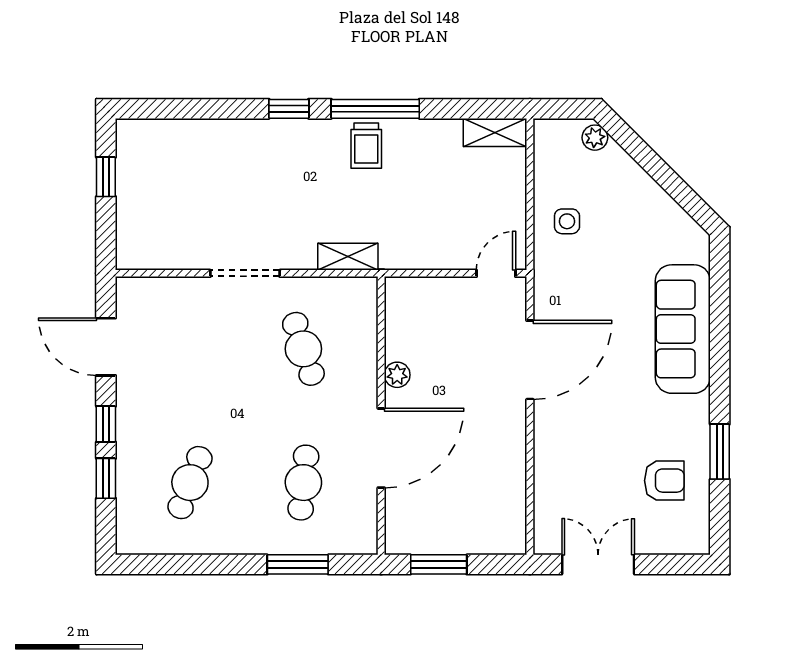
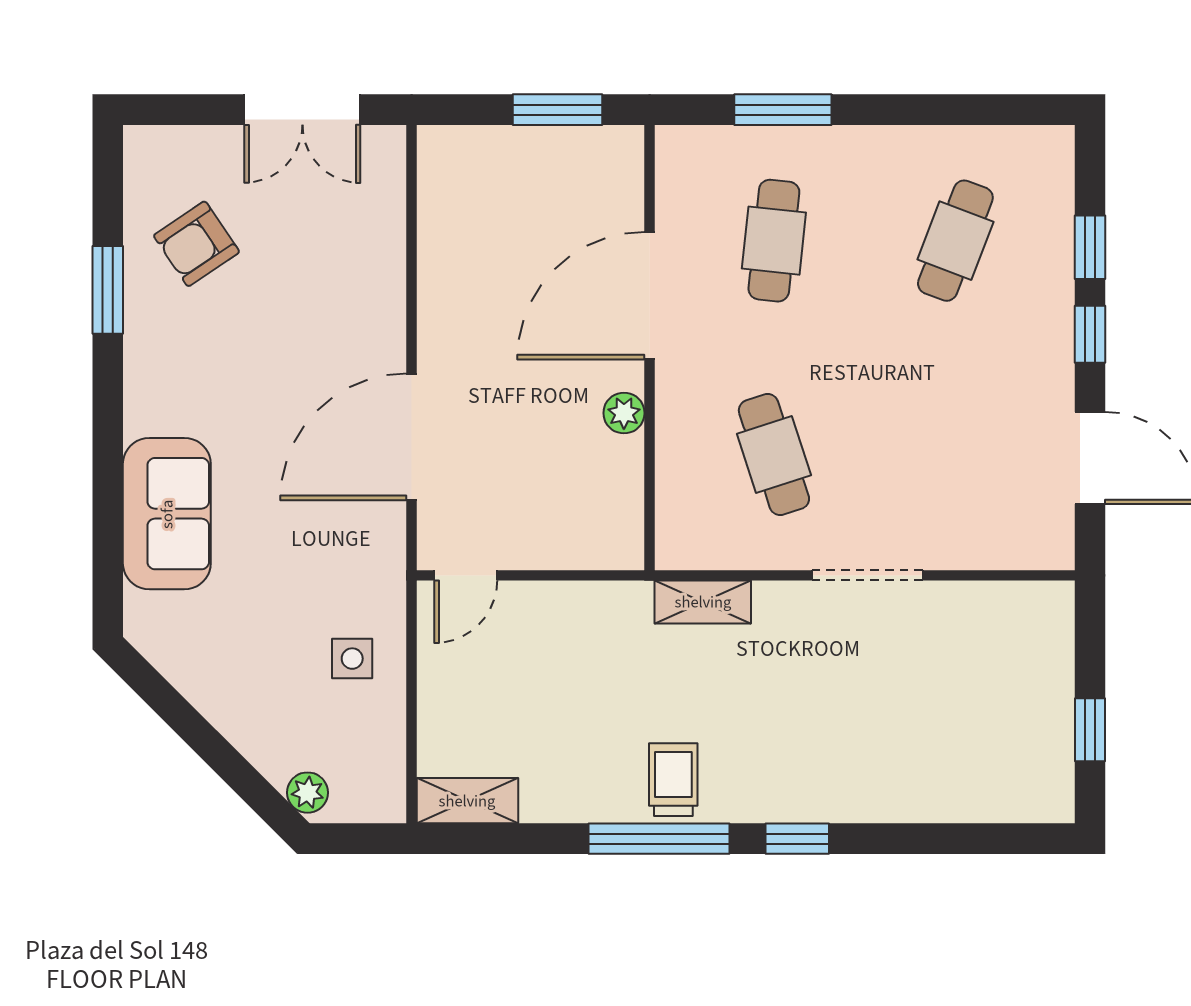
sofa: (683, 329) -> (167, 514), width x0.73
armchair: (664, 481) -> (196, 244), turned -34

